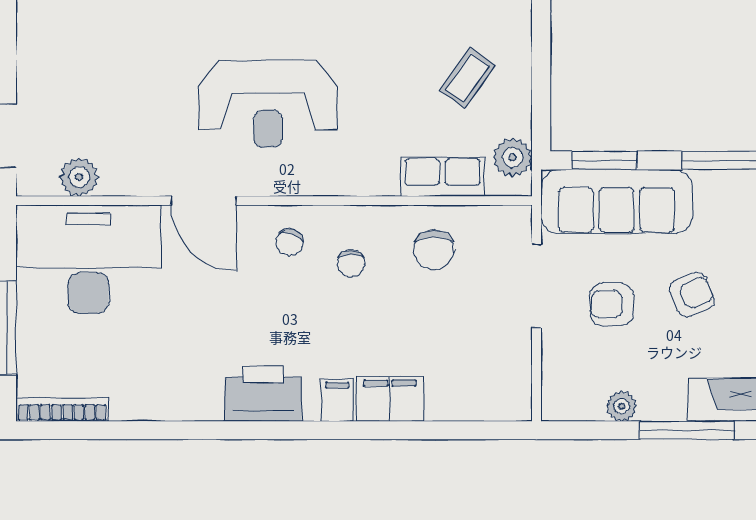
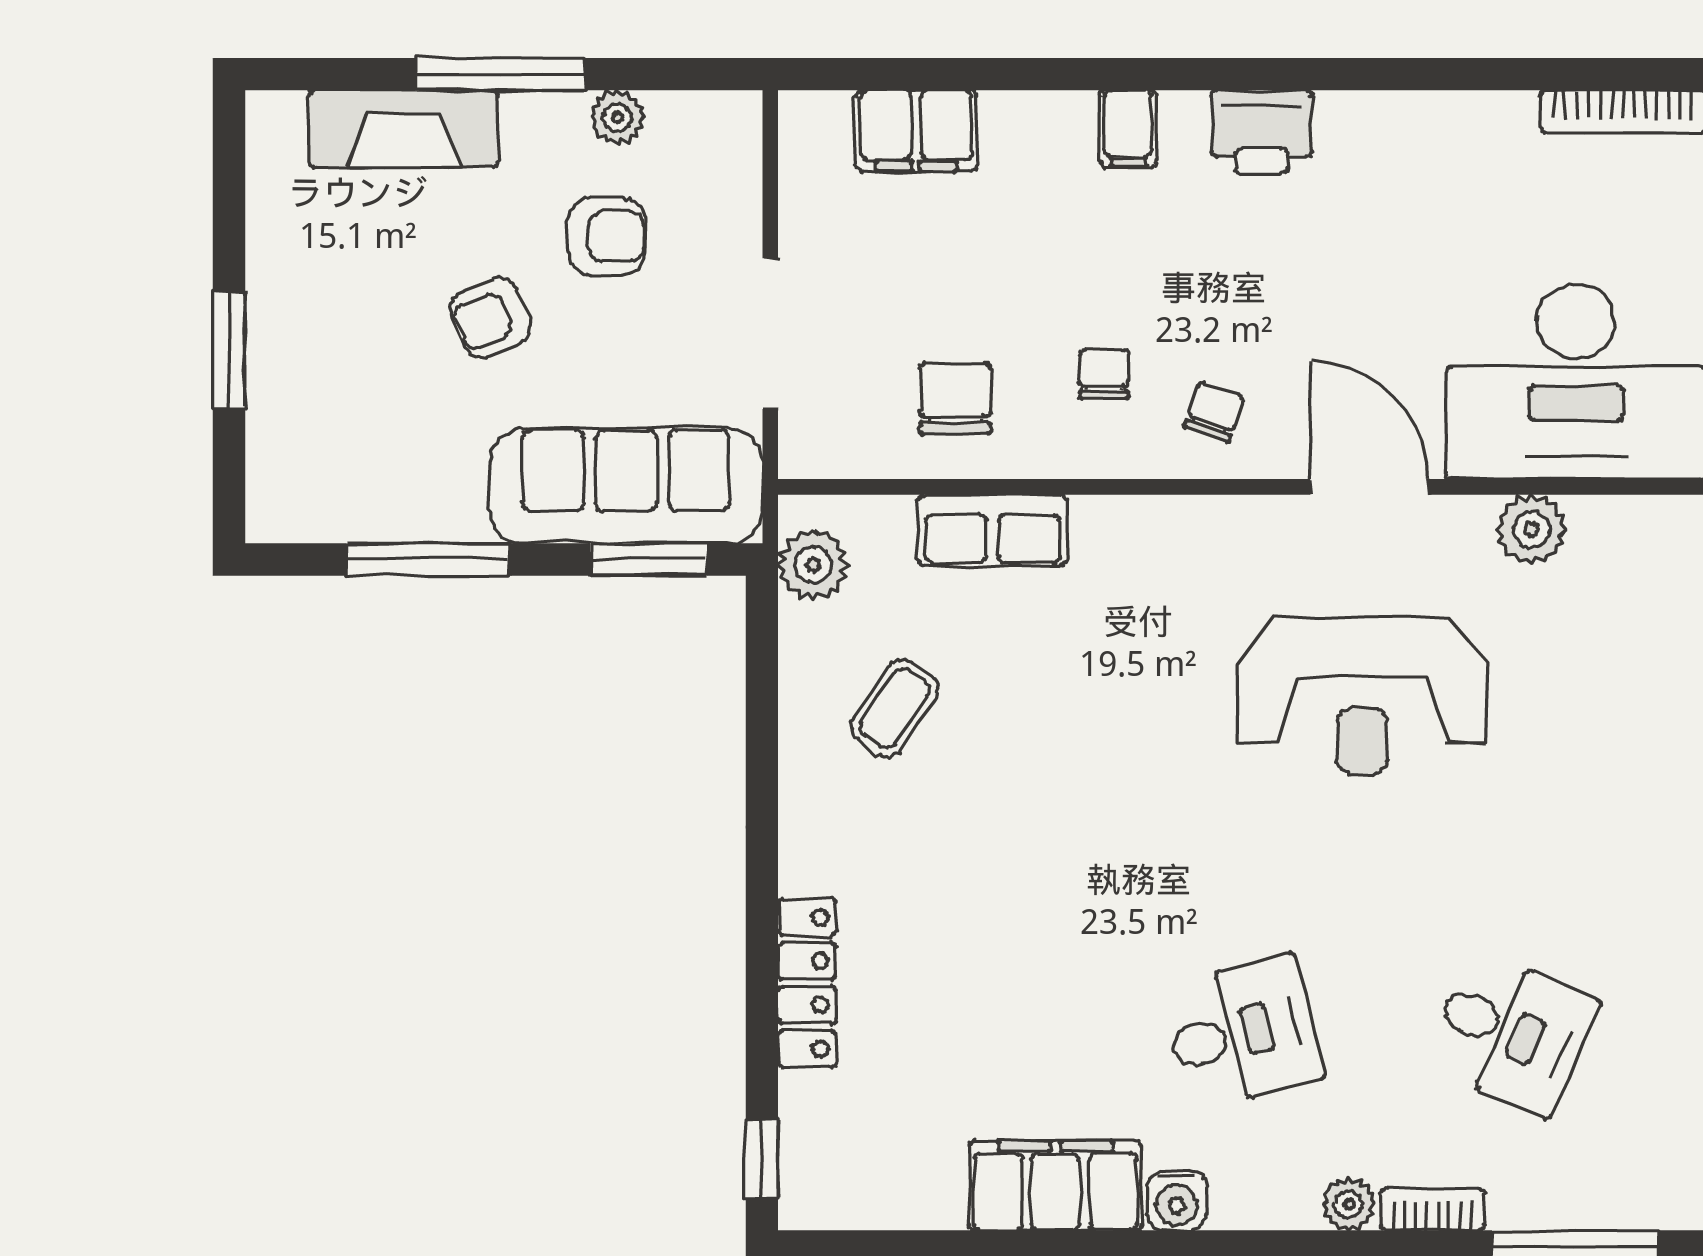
reception desk: (268, 104) -> (1362, 696), moved, turned 180
plant: (79, 177) -> (1531, 530), moved
row of seats: (442, 177) -> (992, 530), moved
armchair: (612, 304) -> (607, 236), moved
printer: (263, 394) -> (1262, 132), width x0.73, depth x0.84
filing cabinet: (390, 399) -> (916, 131), moved

